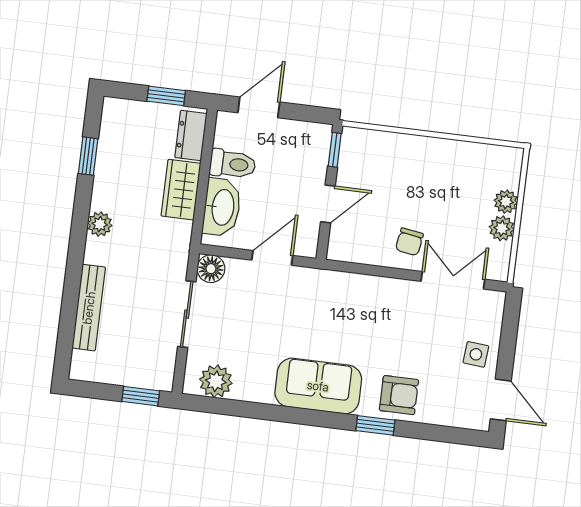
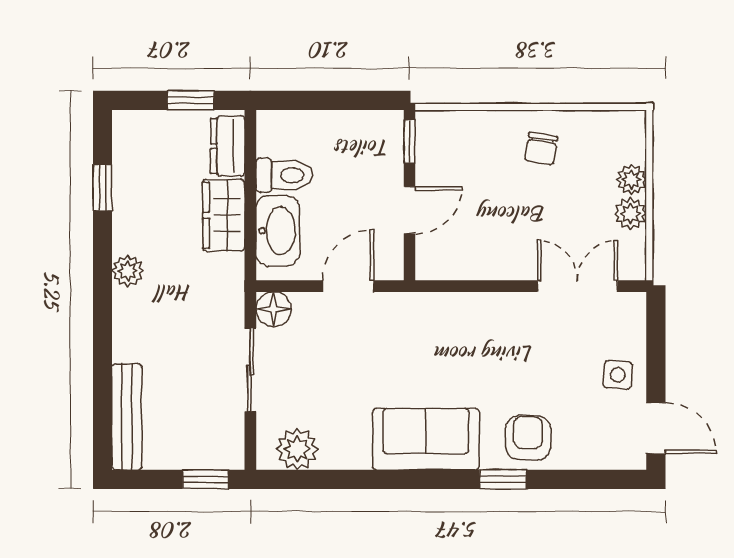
door: (259, 107) -> (308, 100), removed
chair: (409, 242) -> (541, 149), moved
bench: (89, 308) -> (127, 417), moved
armchair: (399, 395) -> (528, 438), turned -90

